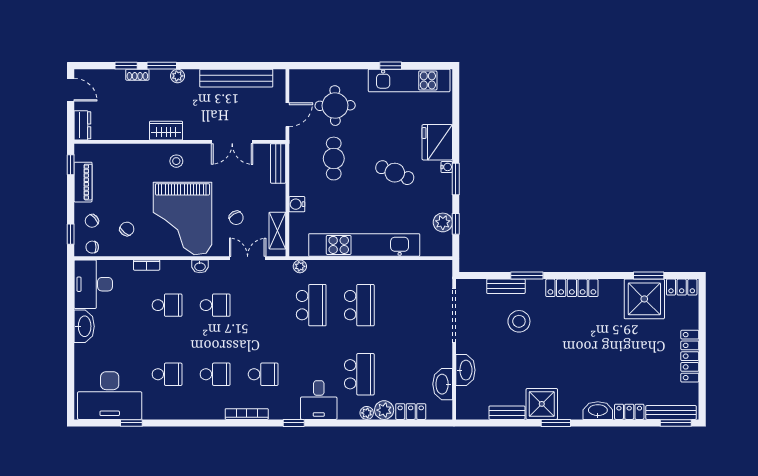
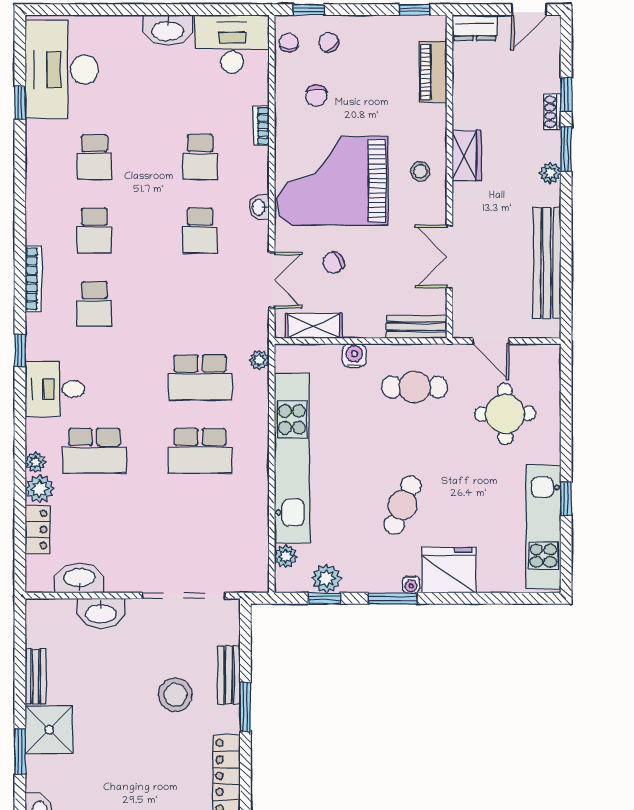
cafe table: (334, 159) -> (415, 387), moved
piano: (83, 182) -> (433, 72), moved, turned 90
chair: (127, 229) -> (316, 96), turned 51
plant: (428, 249) -> (286, 556), added

